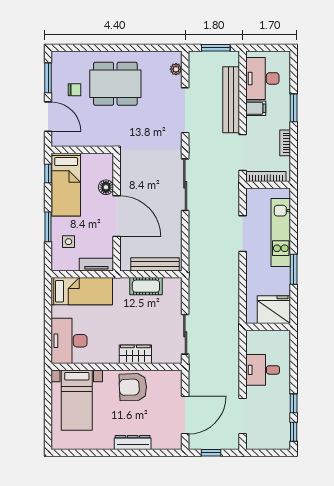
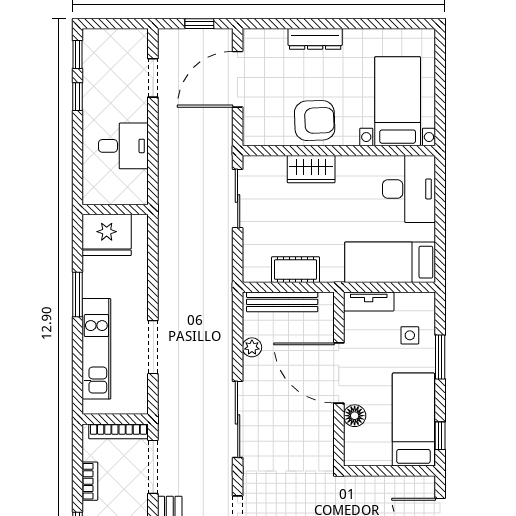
plant: (175, 233) -> (252, 347), added
doorway: (243, 416) -> (153, 78), width x0.73

